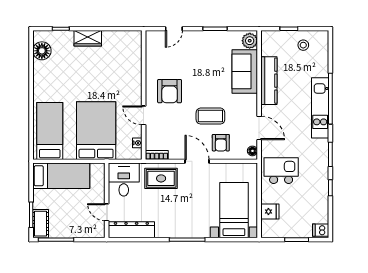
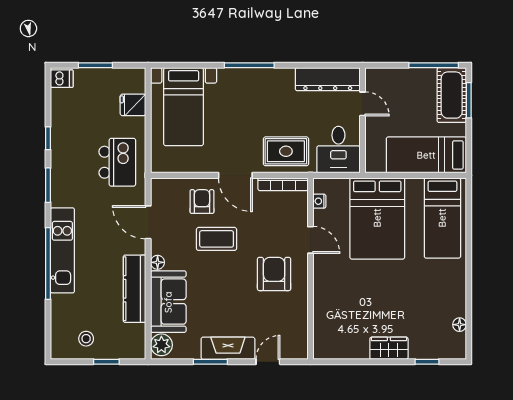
fireplace: (202, 38) -> (228, 348), added
floor lamp: (42, 51) -> (460, 325), width x0.53, depth x0.53
floor lamp: (252, 151) -> (158, 262), moved
bookcase: (157, 155) -> (283, 184), width x1.56
kitchen island: (281, 171) -> (117, 162), turned -90
cot: (41, 224) -> (452, 95), width x1.37, depth x1.34

